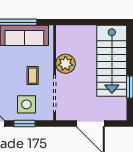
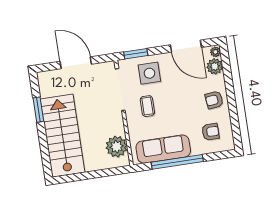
plant: (65, 64) -> (116, 147), moved
window: (25, 124) -> (136, 54), moved

